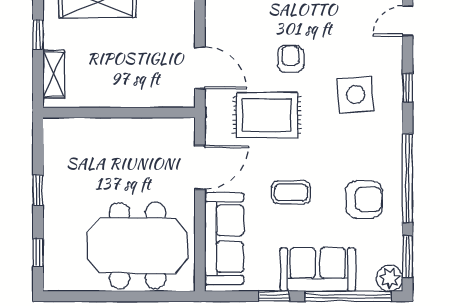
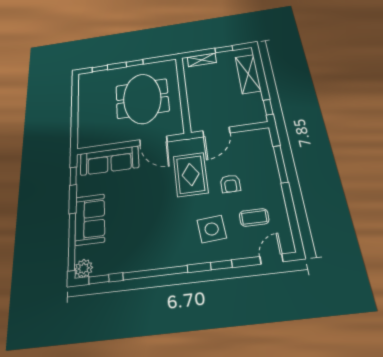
door: (408, 21) -> (271, 259), hinge flipped
armchair: (290, 59) -> (230, 184), turned 90
coffee table: (291, 192) -> (254, 217), moved, turned 90
armchair: (364, 199) -> (138, 244), removed
meeting table: (138, 246) -> (142, 98), moved
window: (408, 257) -> (99, 279), width x0.67
window: (274, 296) -> (73, 176), moved

